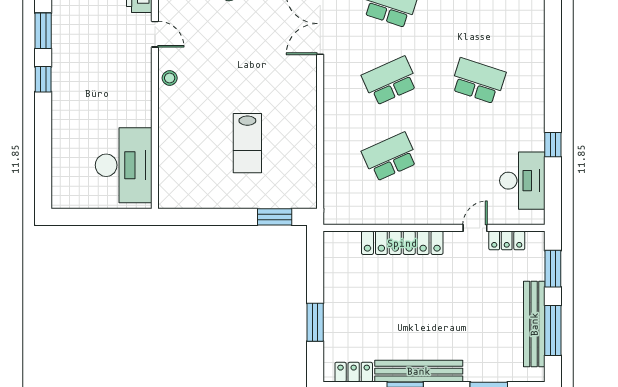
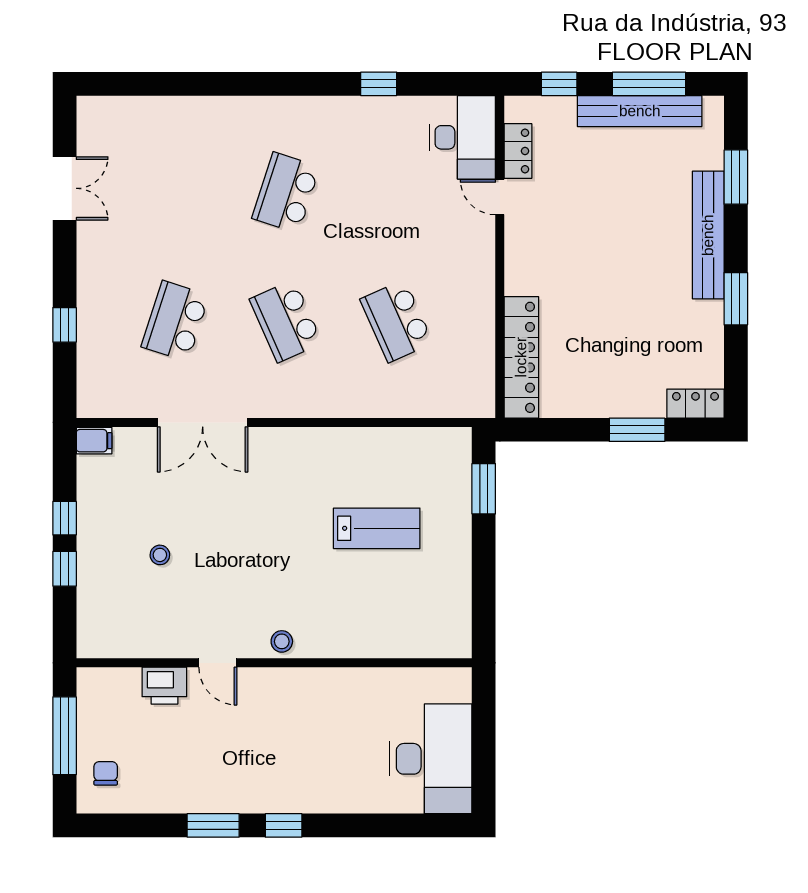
door: (155, 34) -> (218, 663), swing flipped
desk: (124, 165) -> (431, 759), moved, turned 90
desk: (522, 181) -> (463, 137), moved, turned 90
locker: (402, 243) -> (521, 357), moved
window: (553, 269) -> (559, 84), width x0.67
bench: (419, 371) -> (708, 235), moved
locker: (354, 372) -> (695, 404), moved, turned 90

